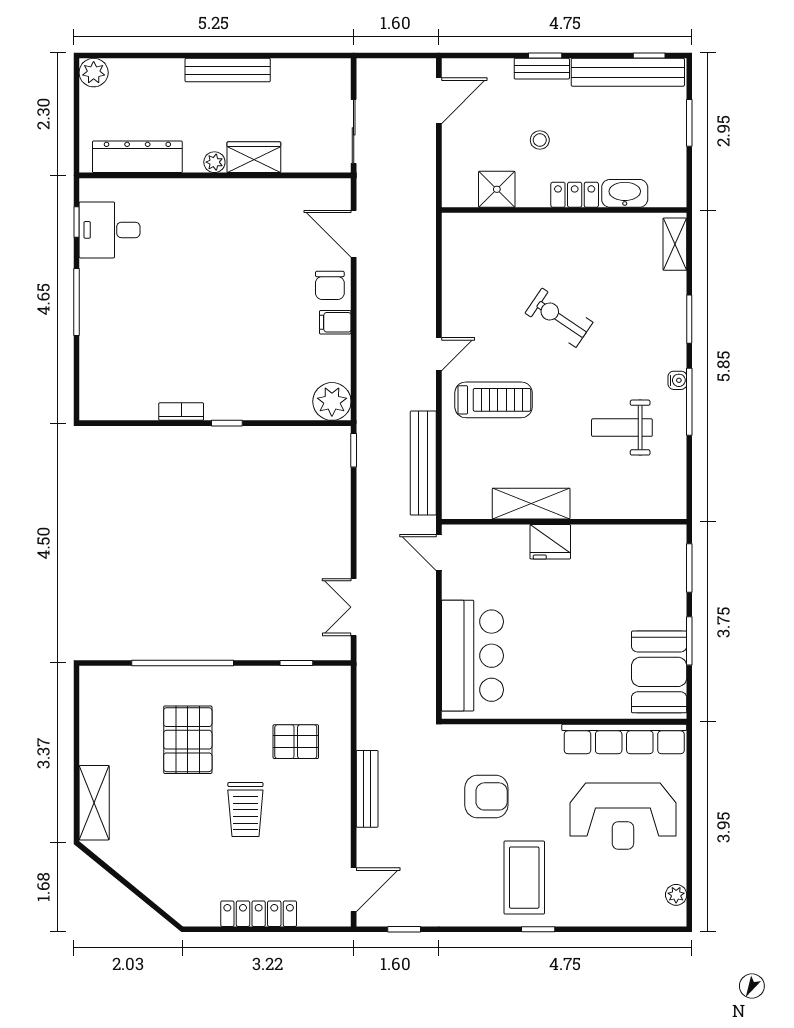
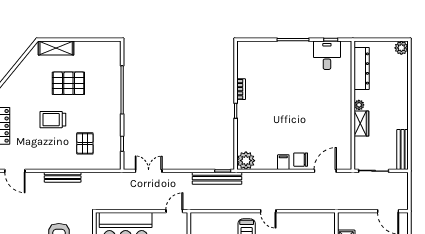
bench: (228, 70) -> (403, 149), moved
bench: (423, 463) -> (217, 178), moved
pallet: (188, 740) -> (68, 83), moved

